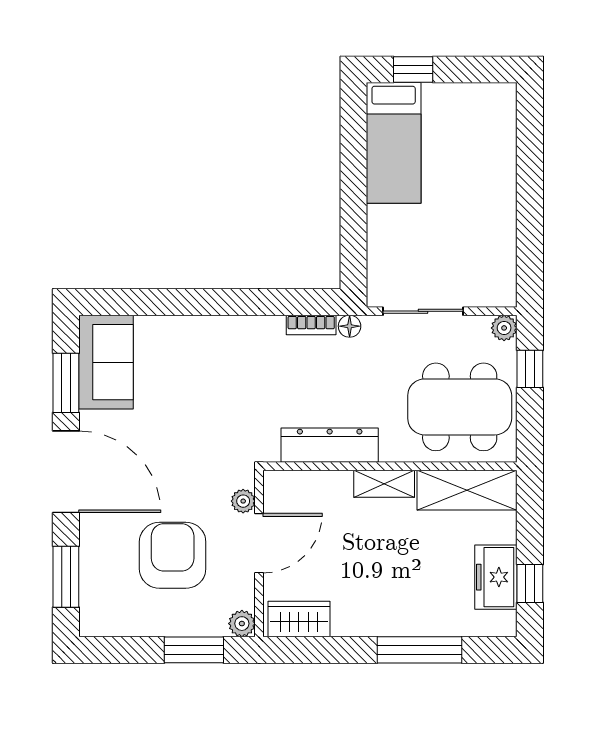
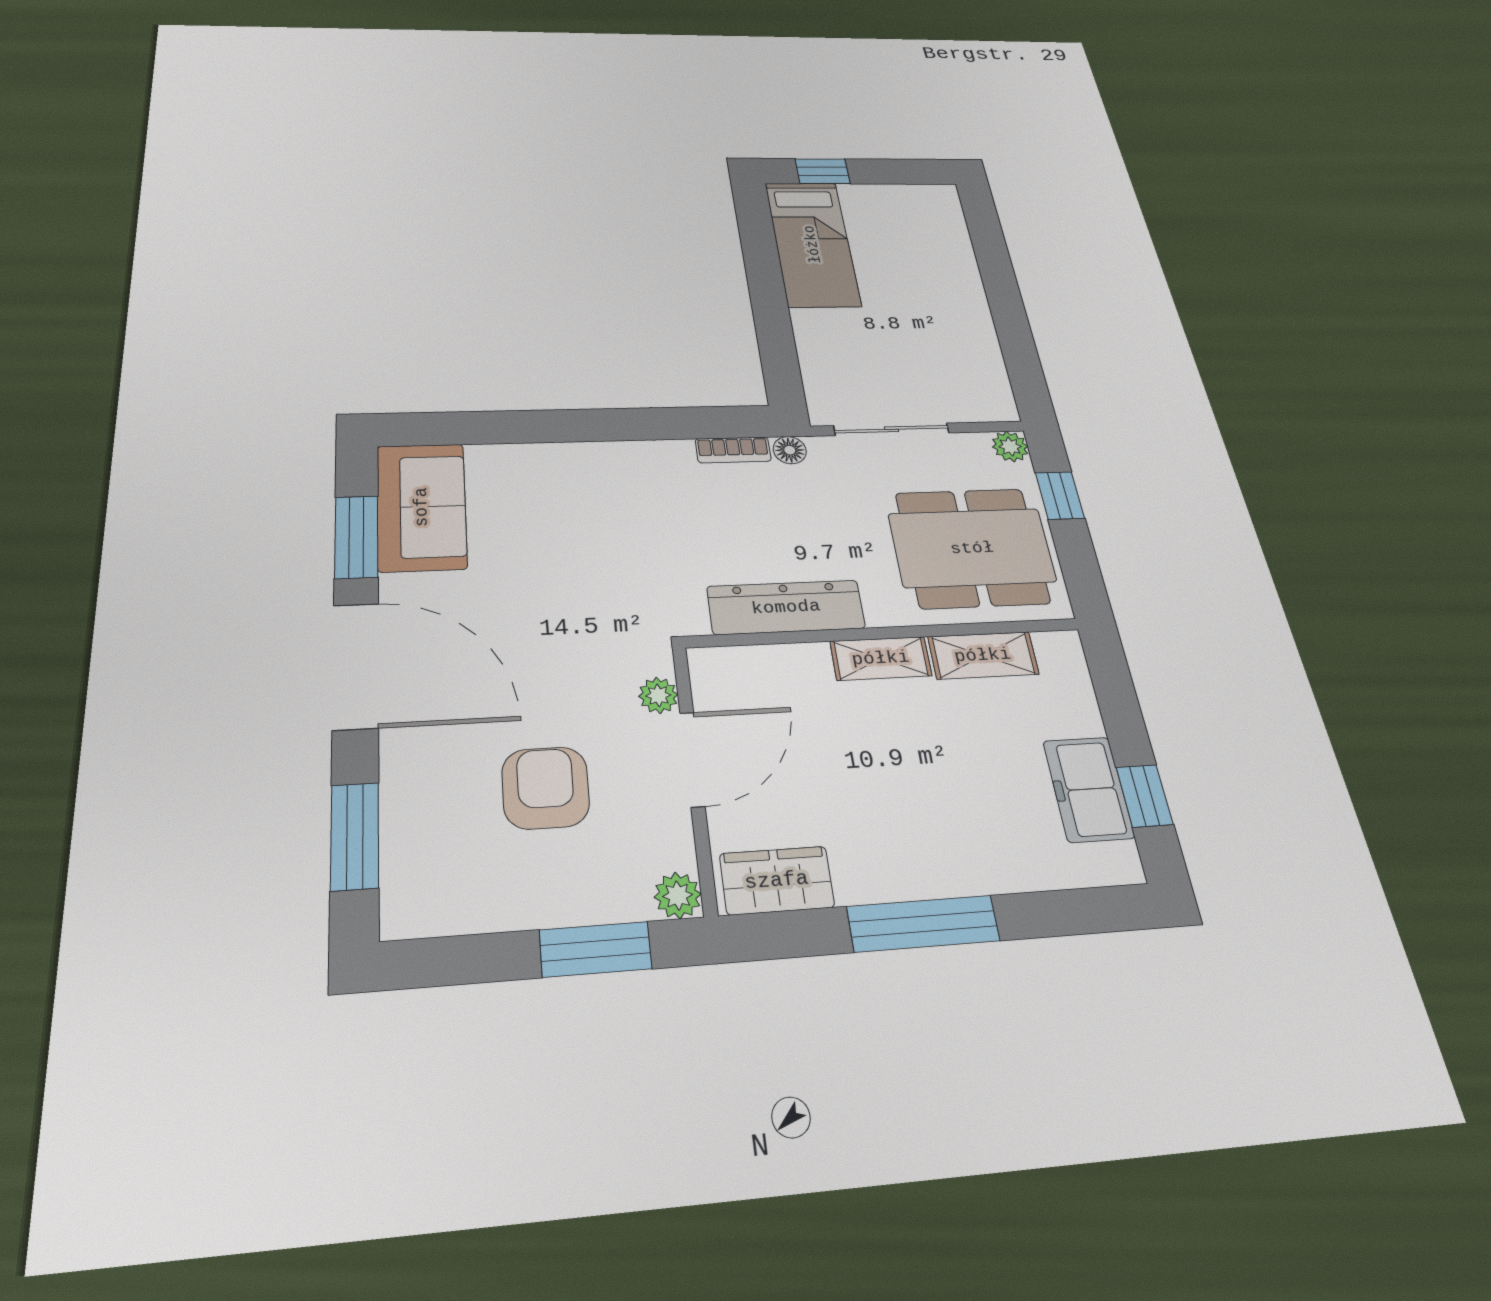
shelving: (467, 490) -> (983, 655), width x0.67, depth x0.75
armchair: (173, 555) -> (546, 788), width x0.73, depth x0.73
window: (419, 650) -> (923, 924), moved

